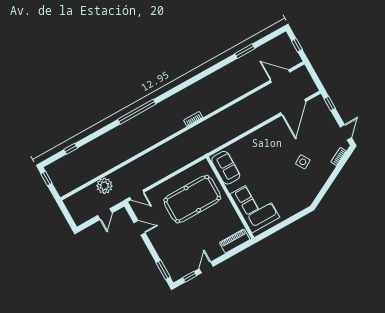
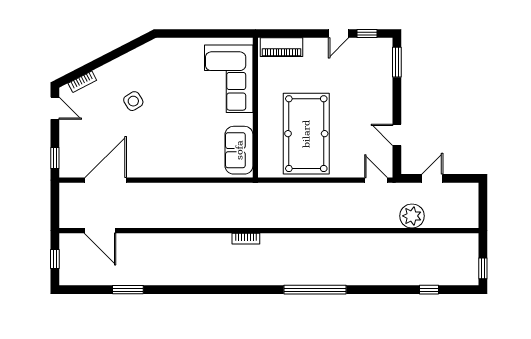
door: (346, 132) -> (55, 108), swing flipped
pool table: (192, 199) -> (306, 134), turned 90

